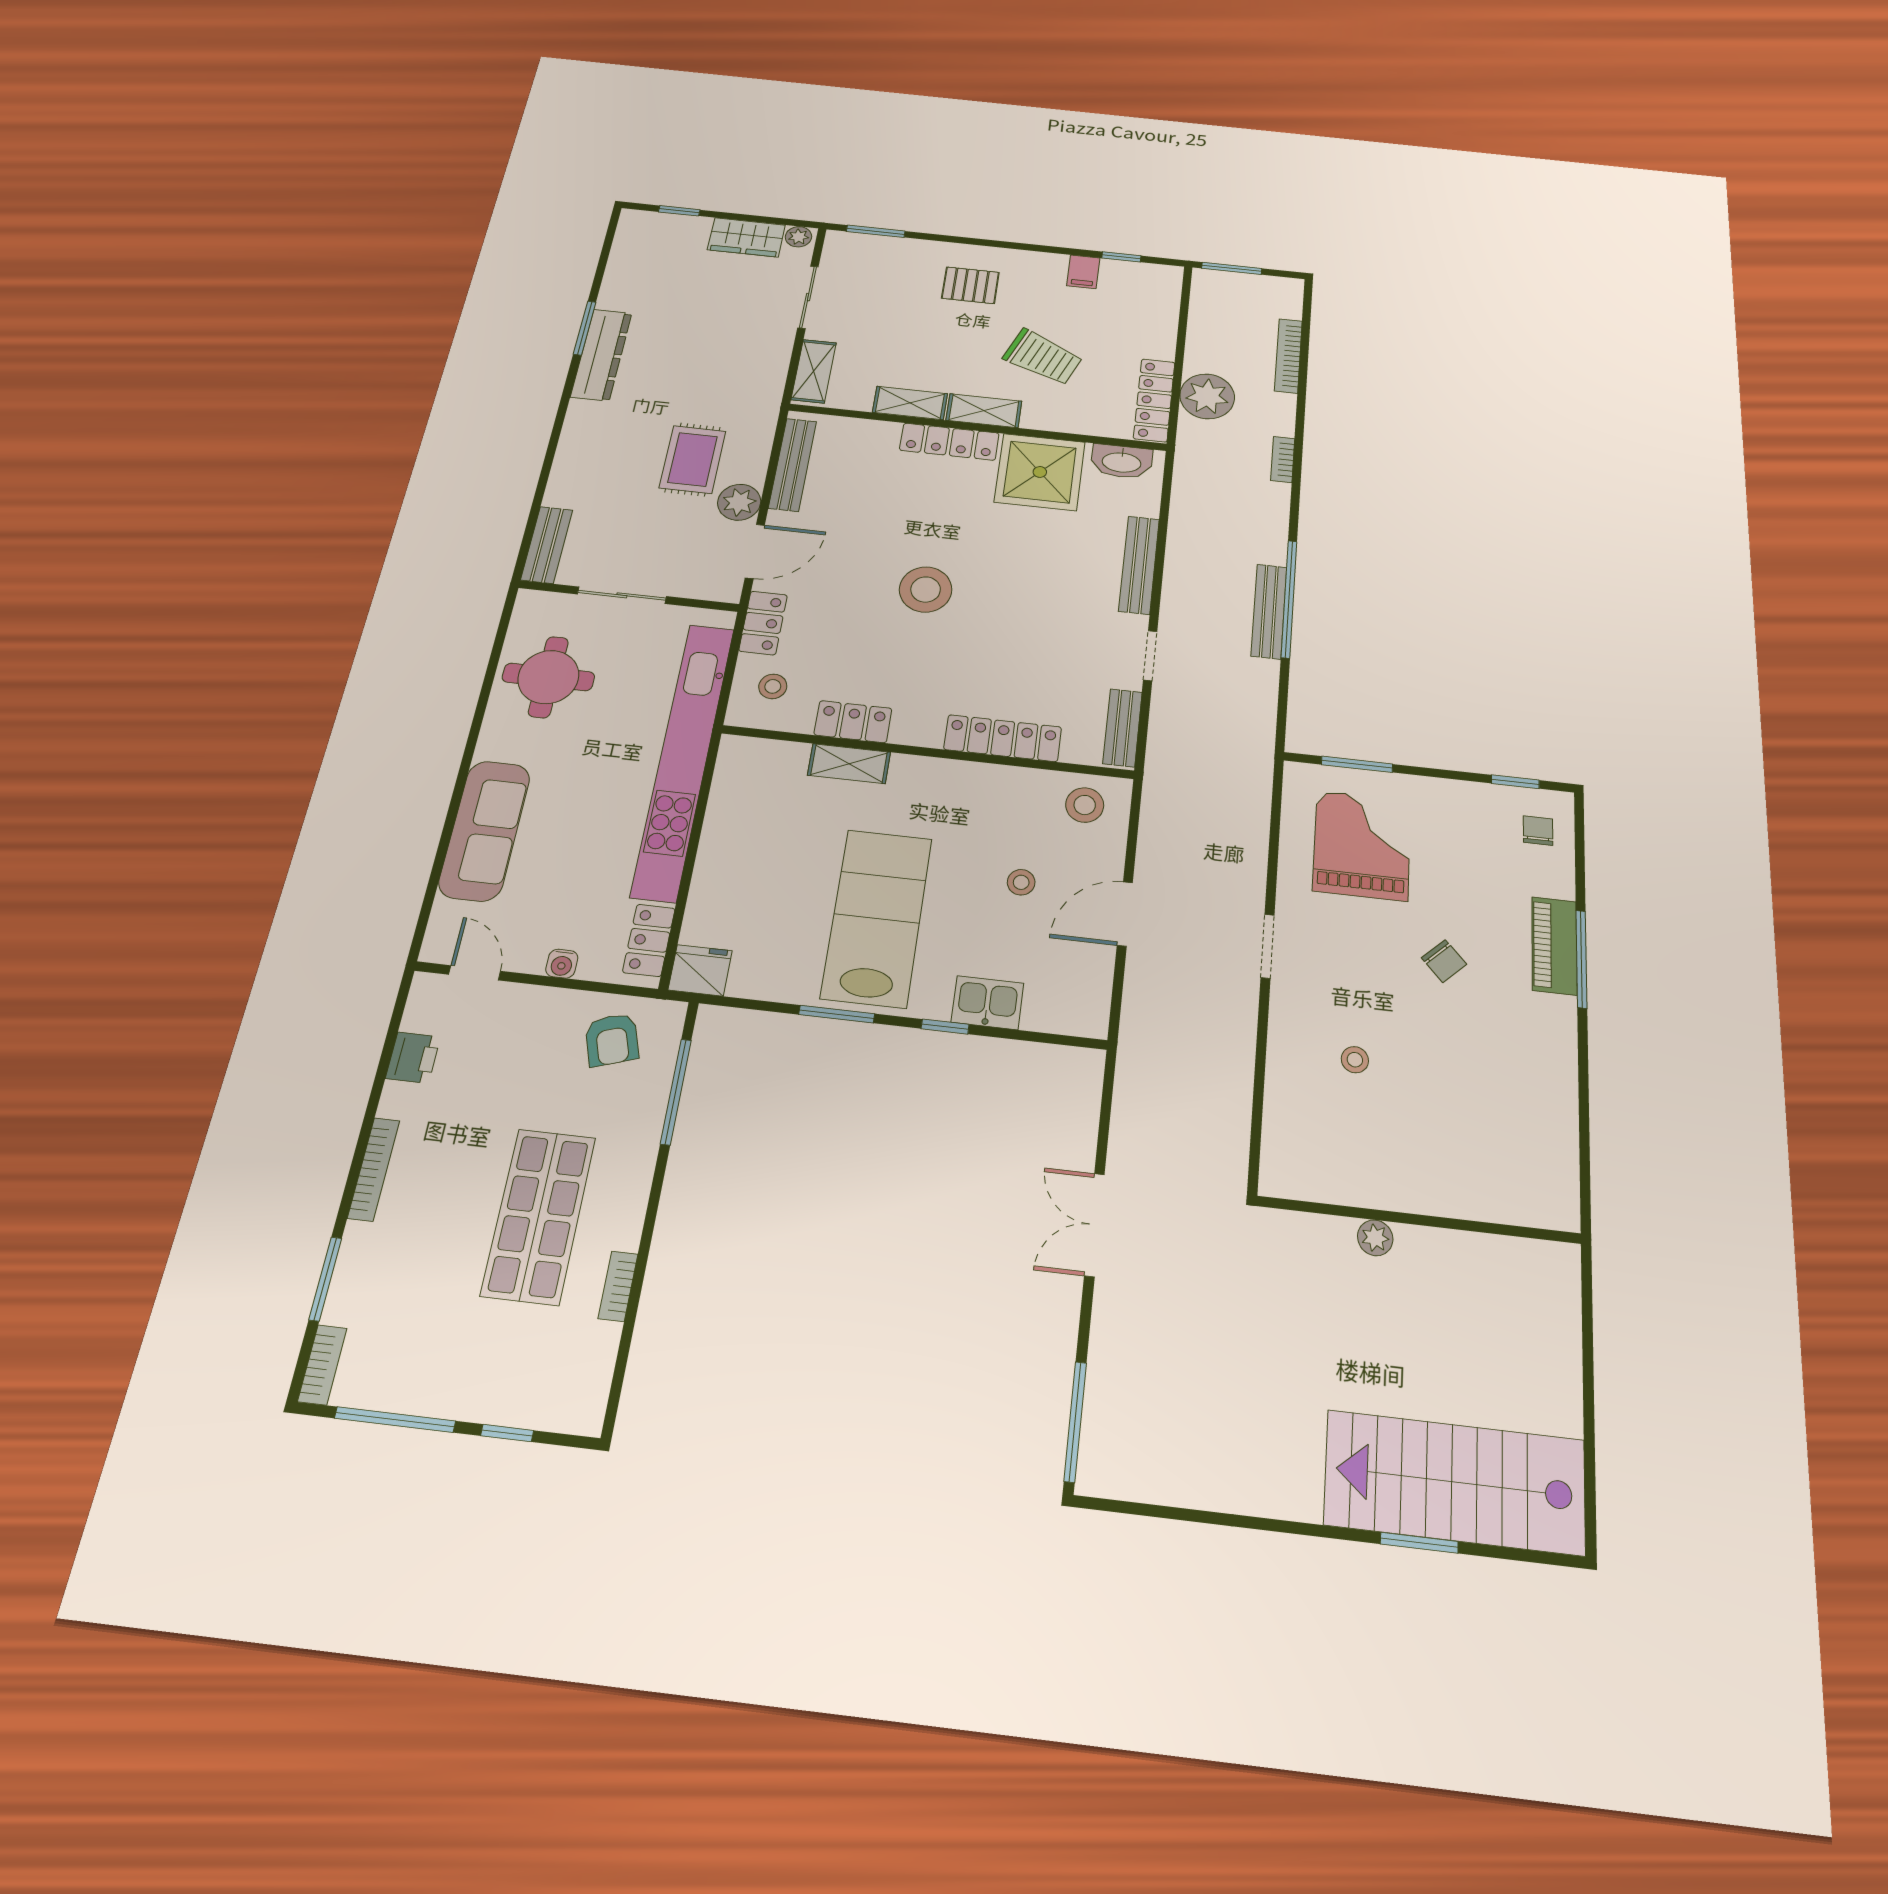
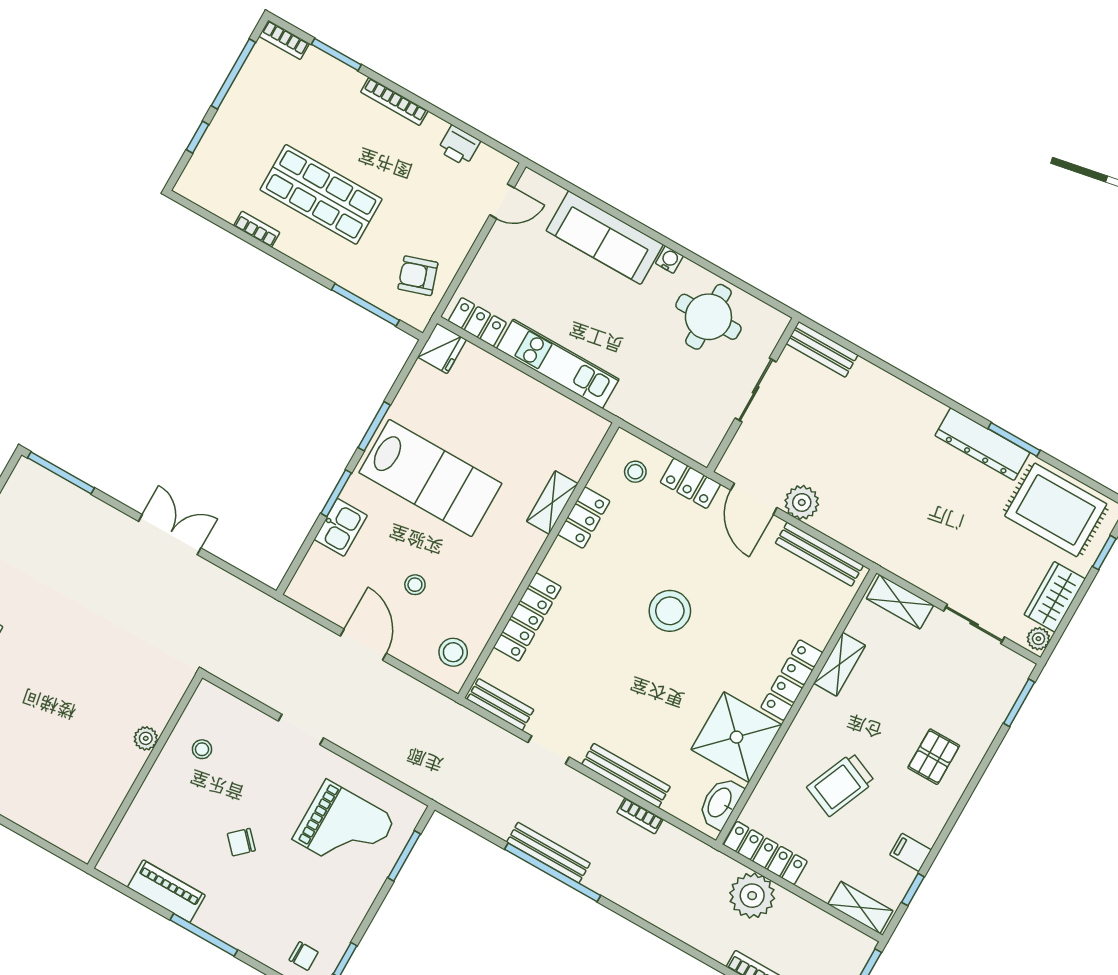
shelving: (984, 411) -> (860, 907), moved, turned 90
rug: (693, 459) -> (1056, 510), moved, width x1.36, depth x1.43
bookcase: (1283, 460) -> (640, 816), moved, turned 180
kitchen unit: (683, 759) -> (558, 364), width x0.54
piano: (1554, 946) -> (166, 891), moved
water cooler: (562, 964) -> (669, 260), moved, turned 90
window: (945, 1027) -> (336, 493), width x1.50
wall: (1419, 1220) -> (145, 771), moved
plant: (1375, 1238) -> (146, 738), moved

